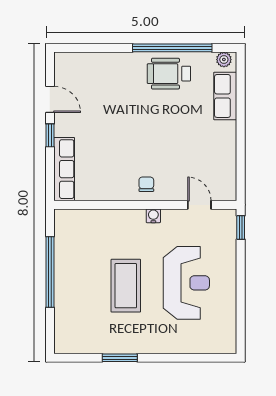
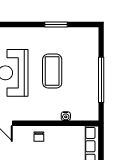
water cooler: (153, 216) -> (66, 116), moved

